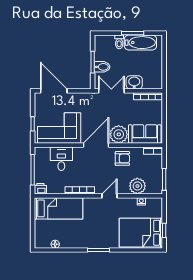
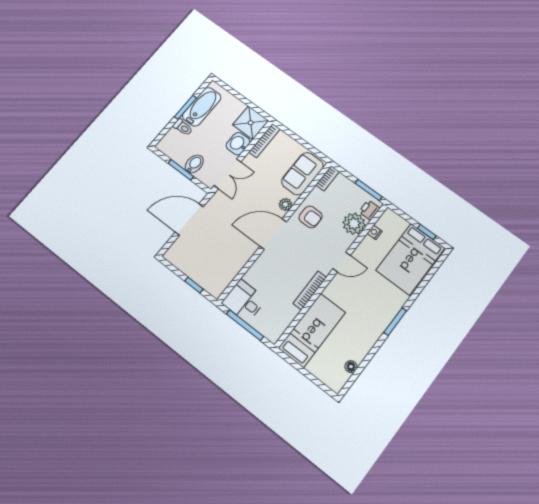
shower: (153, 79) -> (251, 123), added
door: (54, 91) -> (189, 219), moved
double door: (111, 91) -> (228, 174), swing flipped
corner sofa: (59, 128) -> (222, 259), removed
plant: (119, 134) -> (285, 204), width x0.53, depth x0.53
door: (96, 145) -> (273, 234), hinge flipped
armchair: (122, 158) -> (311, 217), turned 90
desk: (61, 159) -> (244, 301), moved
printer: (40, 189) -> (369, 210), moved
door: (110, 196) -> (342, 262), swing flipped

